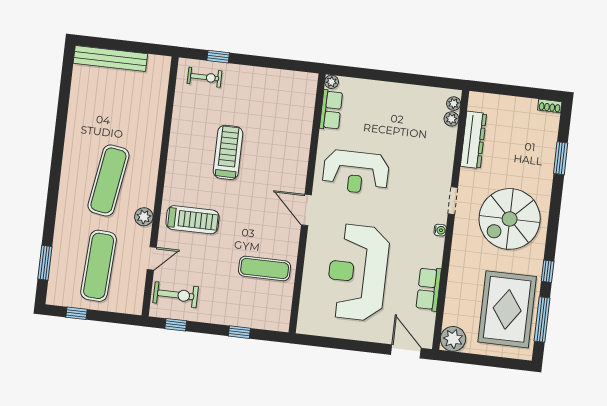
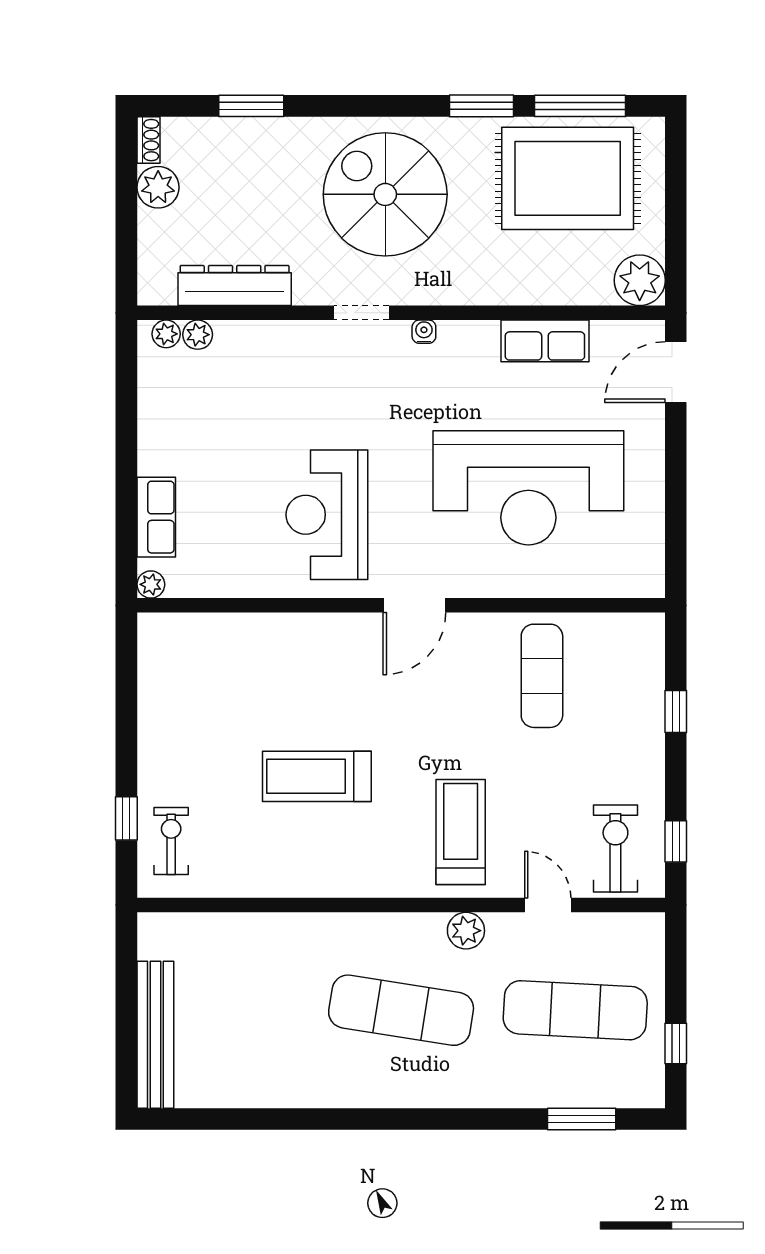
plant: (526, 108) -> (158, 187), added
row of seats: (331, 110) -> (156, 517), moved, turned 90
reception desk: (356, 172) -> (327, 515), turned 180
spiral stairs: (510, 219) -> (385, 194), turned 180
window: (548, 271) -> (481, 106), width x1.50

